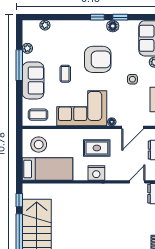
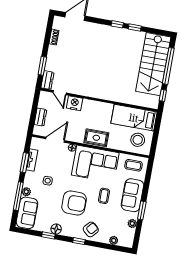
window: (97, 17) -> (79, 241), moved
armchair: (73, 33) -> (91, 229), added
armchair: (98, 59) -> (74, 203), turned 180
window: (19, 65) -> (142, 210), width x0.69
rug: (97, 148) -> (96, 138), moved
nightstand: (96, 173) -> (75, 103), moved
door: (137, 182) -> (60, 93), hinge flipped

